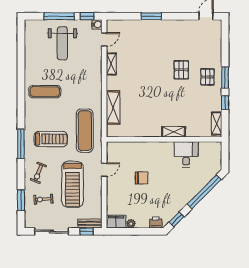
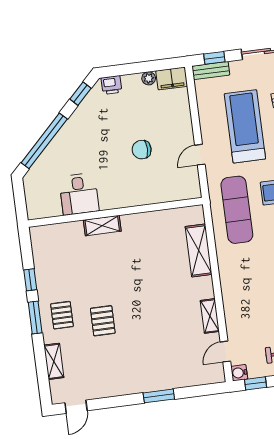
shelving: (217, 124) -> (54, 361), moved

